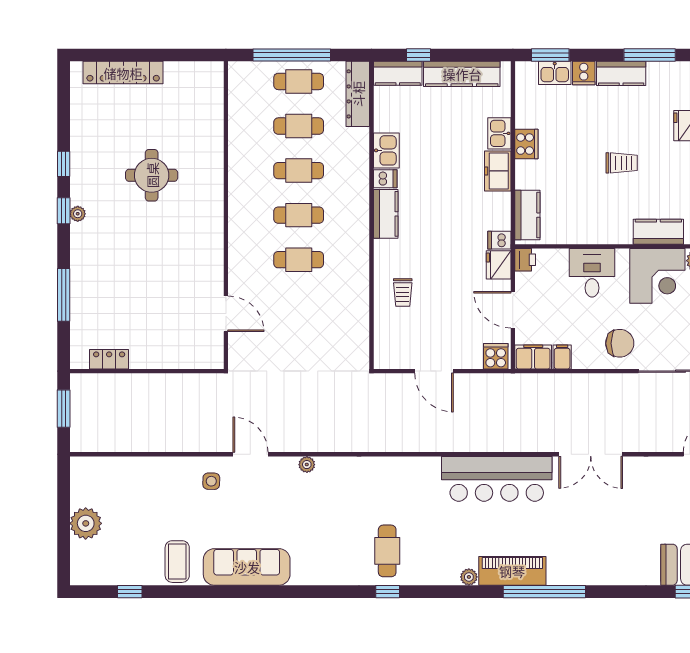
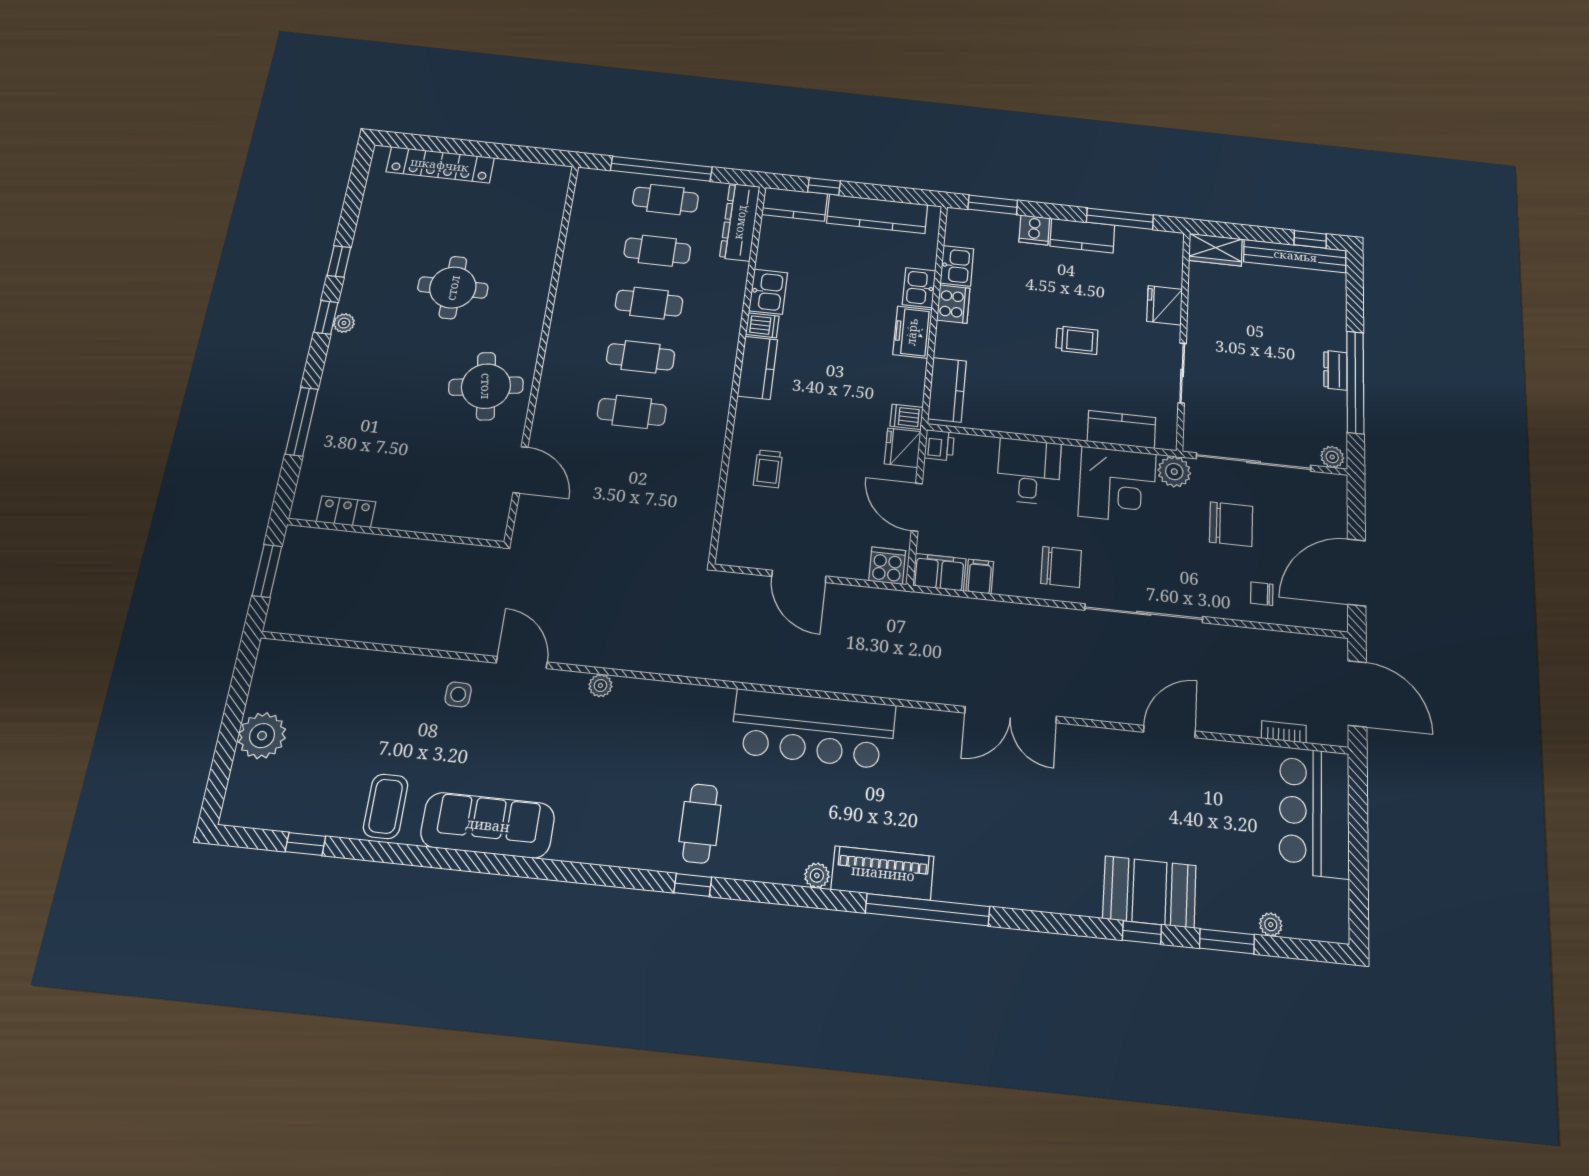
kitchen sink: (555, 73) -> (957, 266), moved, turned -90
round table: (190, 252) -> (486, 386), added
bar counter: (497, 479) -> (813, 729), moved

